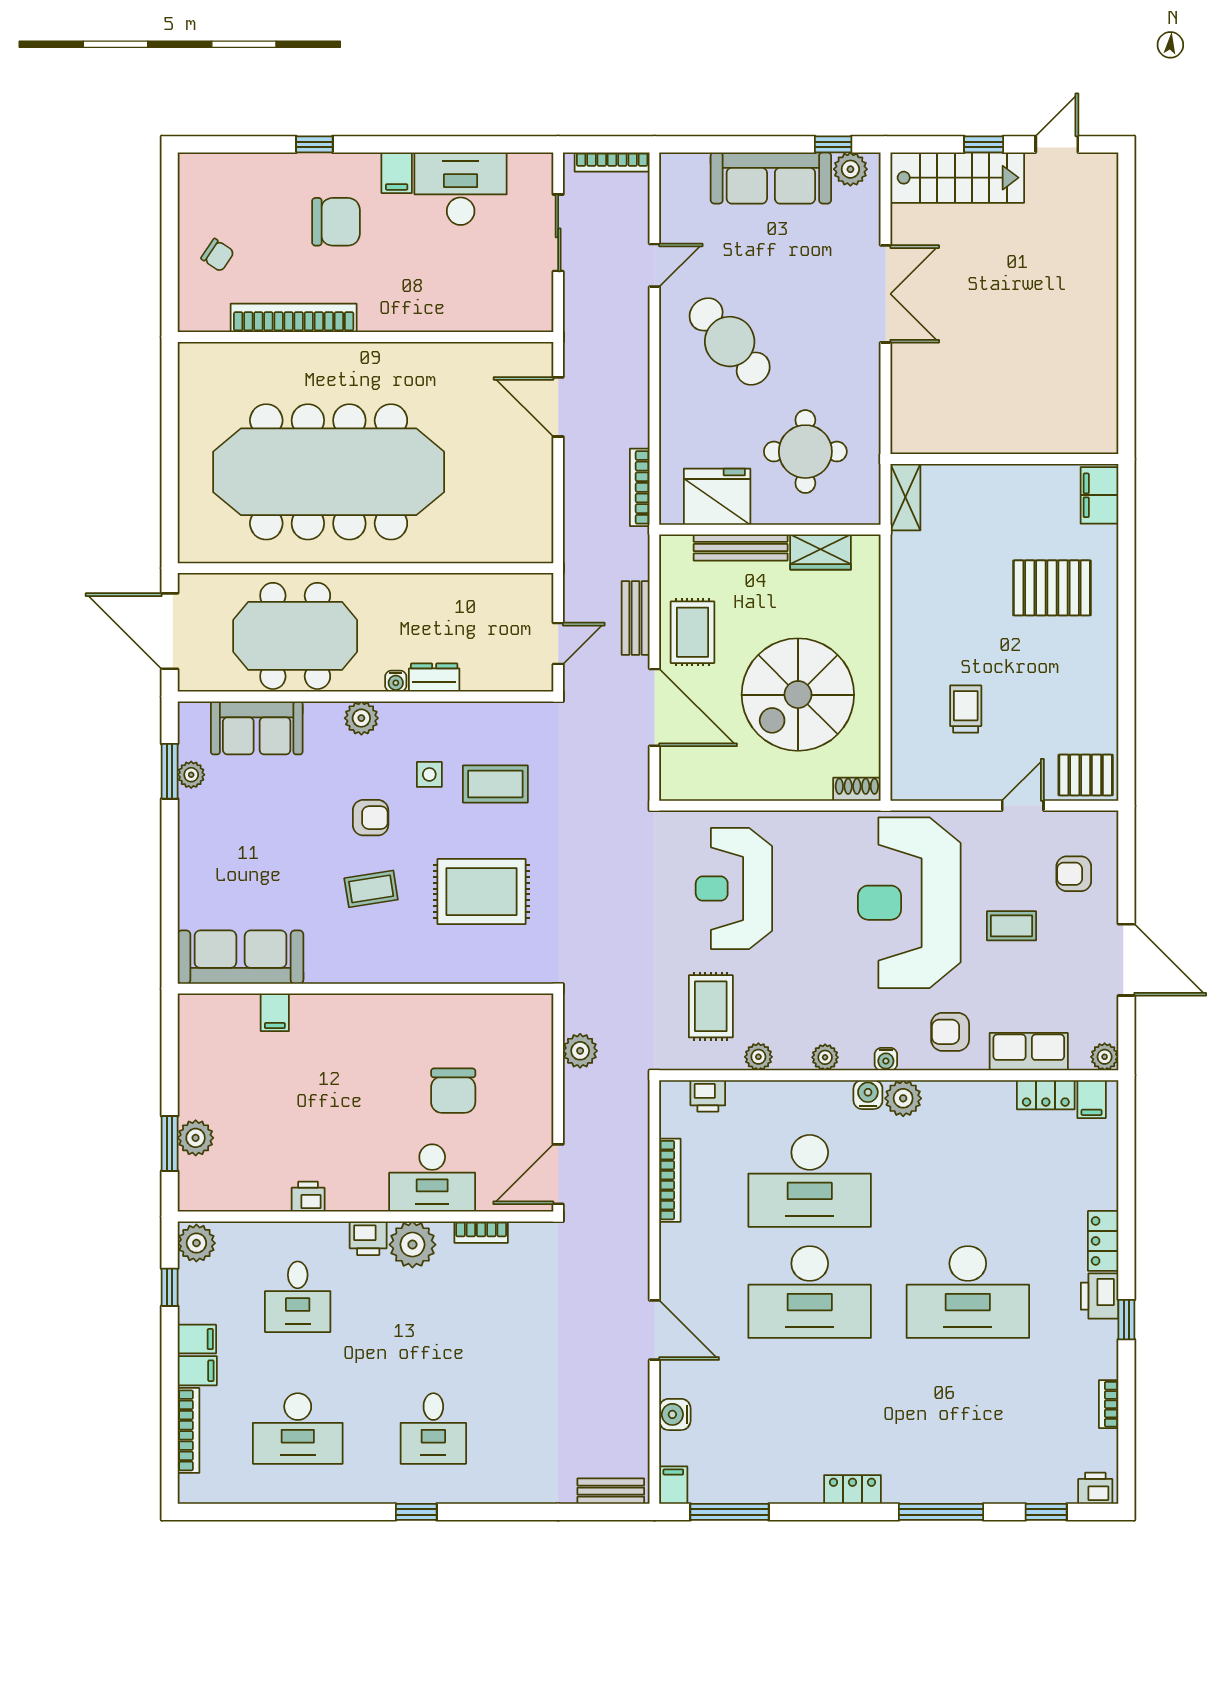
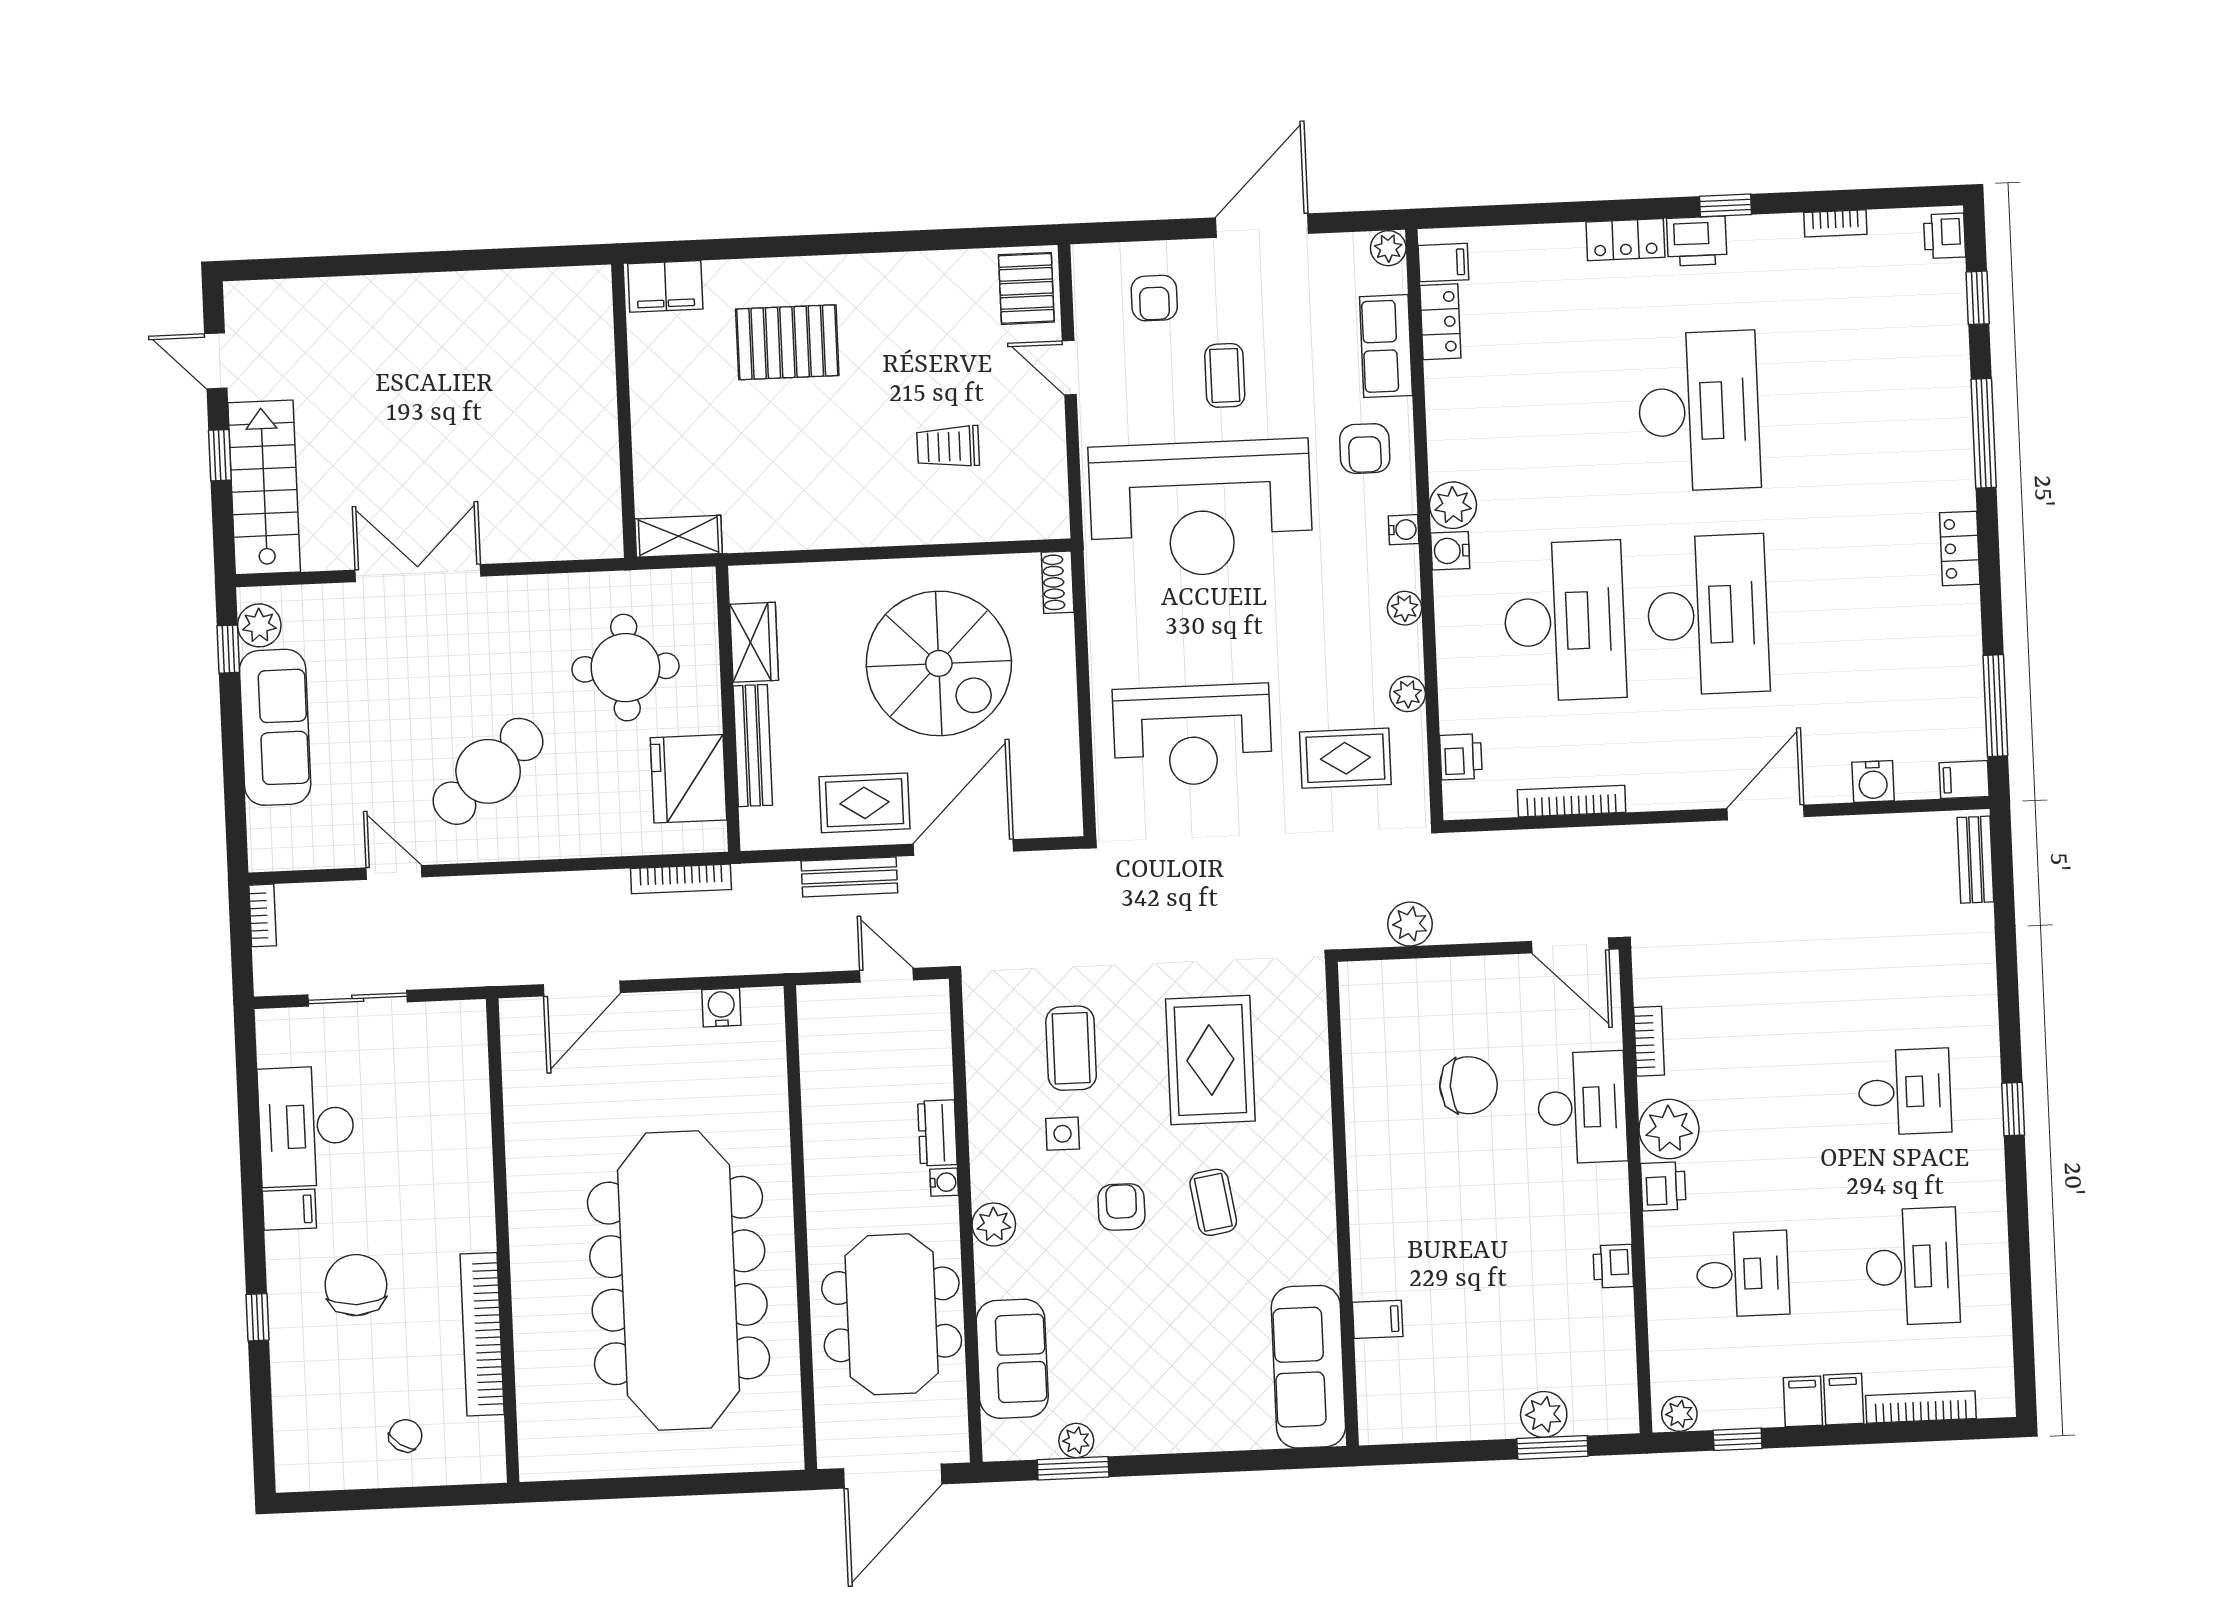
bookcase: (612, 162) -> (263, 915), width x0.64
water cooler: (539, 514) -> (721, 1007), added
pallet: (1052, 588) -> (787, 342), turned 90
plant: (196, 1243) -> (1679, 1414), width x0.73, depth x0.73

